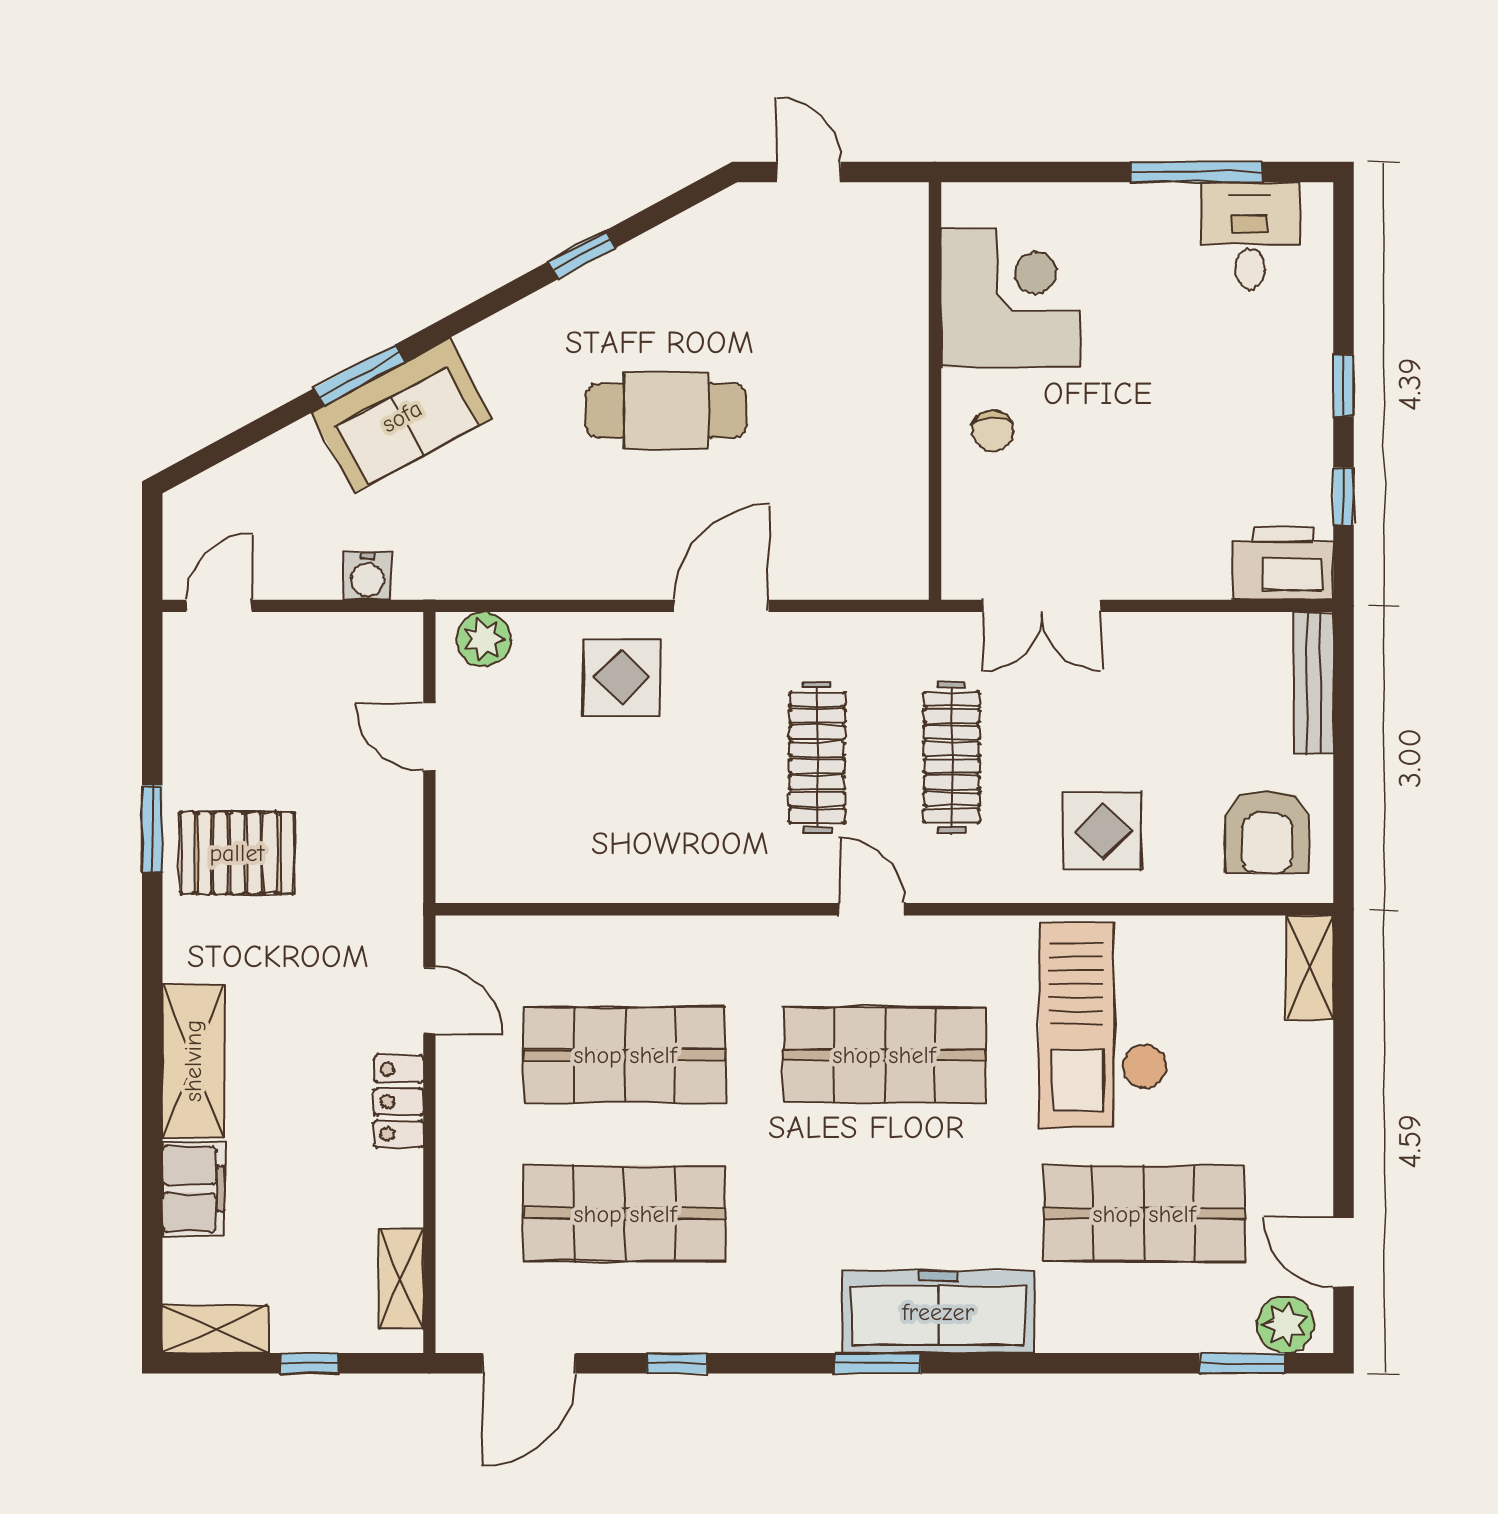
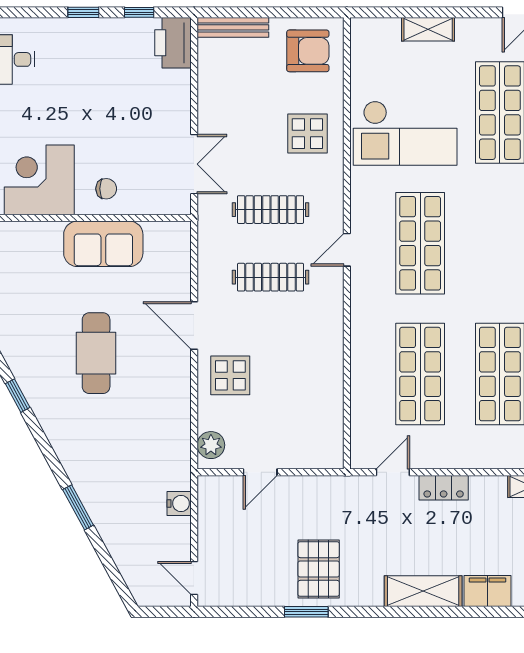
sofa: (402, 416) -> (103, 244), moved, turned 118
shelving: (1310, 968) -> (428, 29), moved

